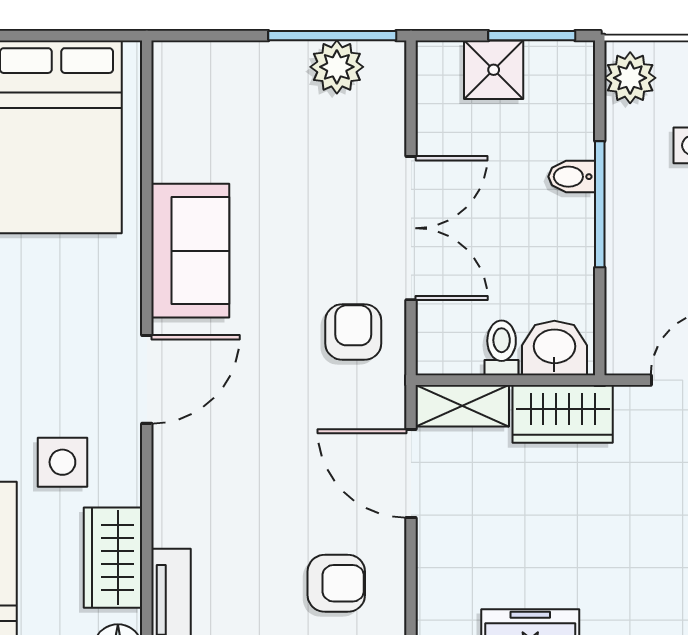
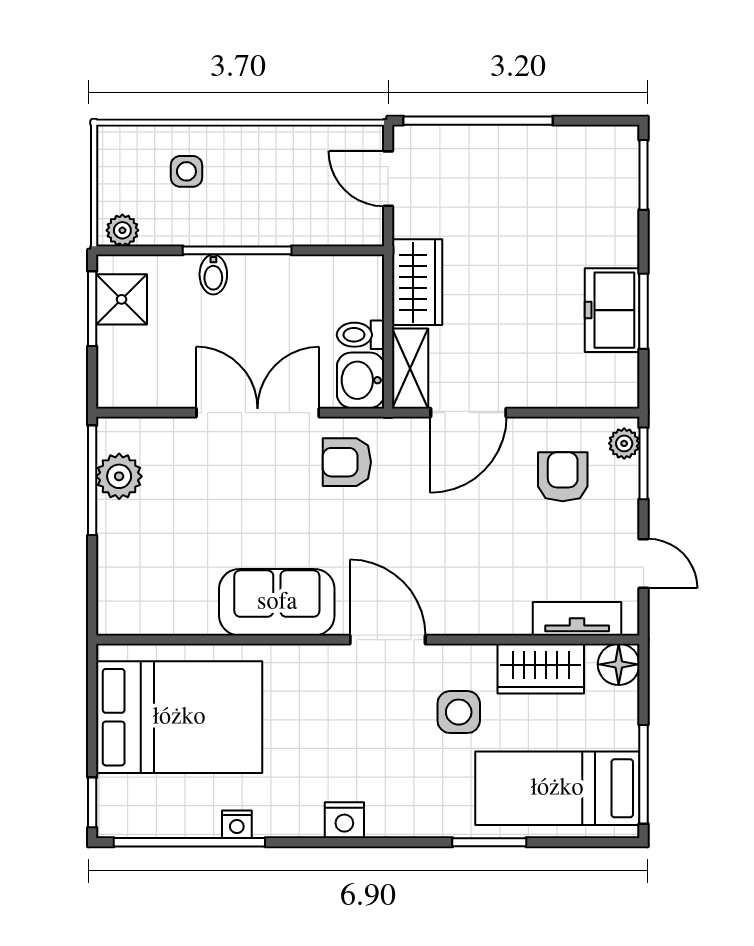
shower: (494, 70) -> (122, 299), moved
plant: (630, 78) -> (122, 230), width x0.73, depth x0.73
washbasin: (554, 348) -> (361, 380), moved

